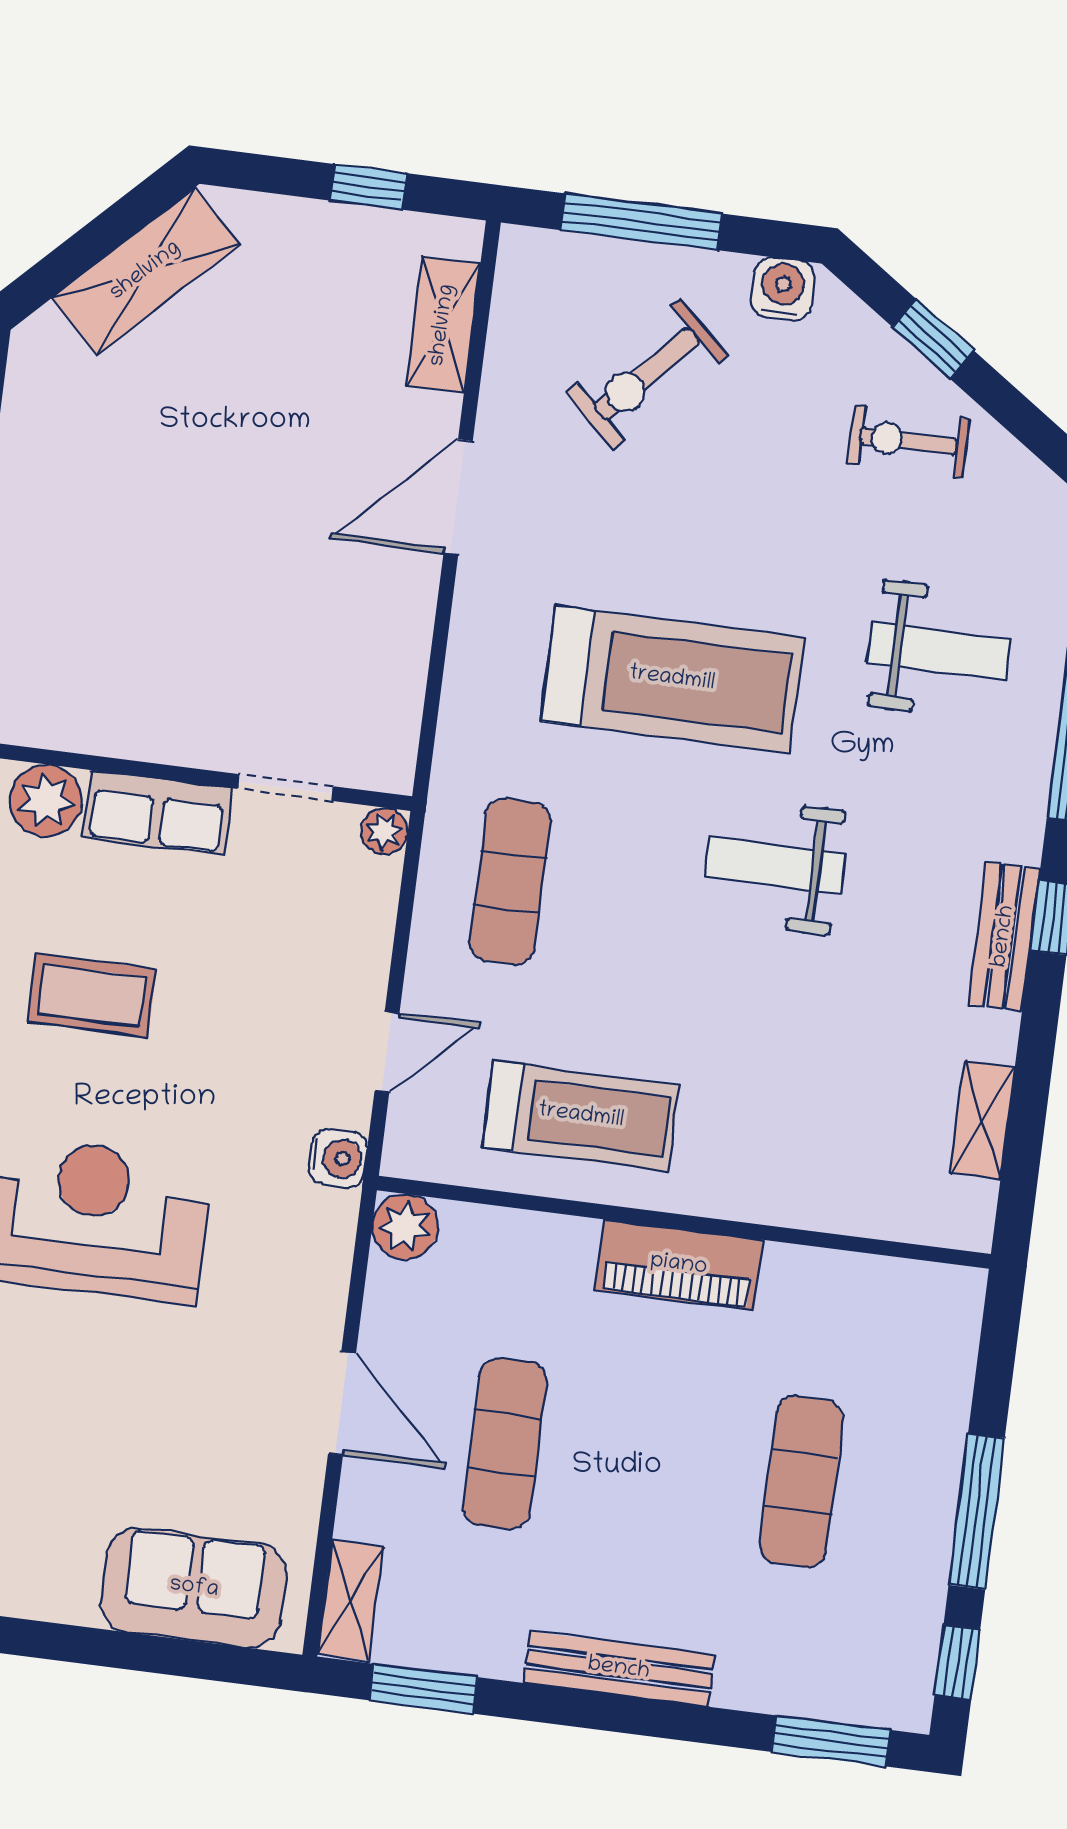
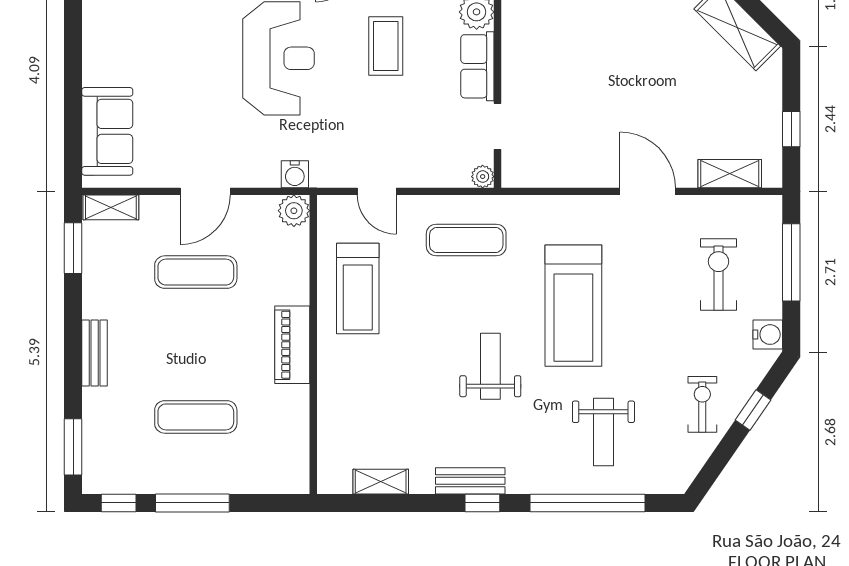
exercise bike: (647, 374) -> (719, 275), turned 47
water cooler: (338, 1158) -> (295, 174), moved
bench: (619, 1669) -> (95, 353), width x0.73

